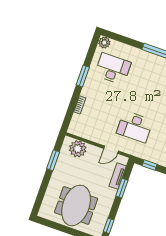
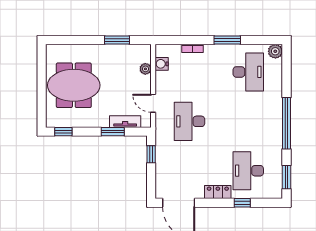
water cooler: (83, 133) -> (162, 64), added
plant: (78, 149) -> (145, 69), width x0.53, depth x0.53

